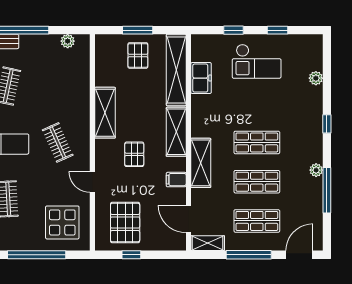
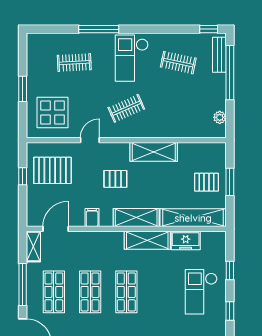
shelving: (201, 163) -> (147, 240), moved
window: (37, 255) -> (23, 89), width x0.47

